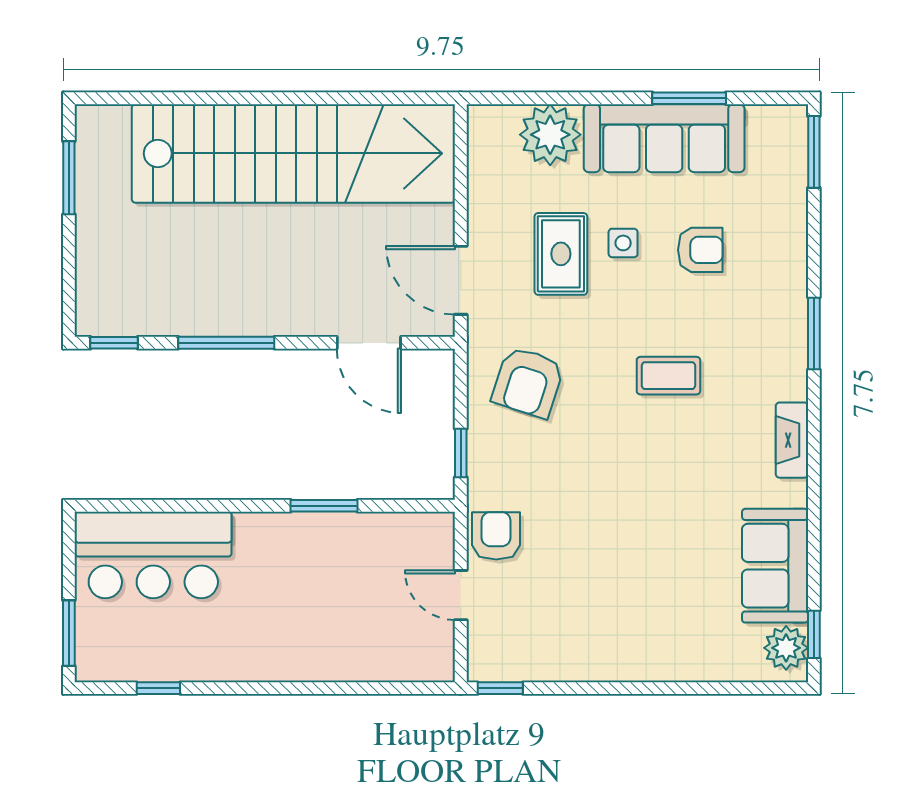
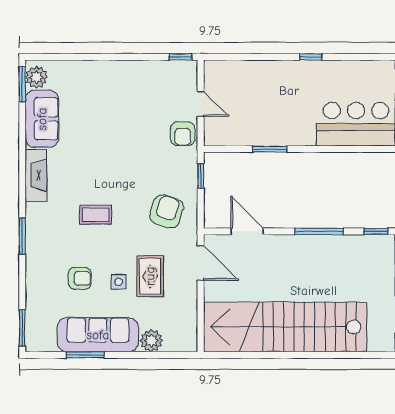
plant: (550, 135) -> (151, 341), width x0.73, depth x0.73
armchair: (700, 250) -> (80, 278), turned 180
fireplace: (792, 440) -> (36, 175), width x1.37, depth x1.32
window: (814, 634) -> (22, 84), width x1.50
window: (158, 688) -> (311, 57), moved

